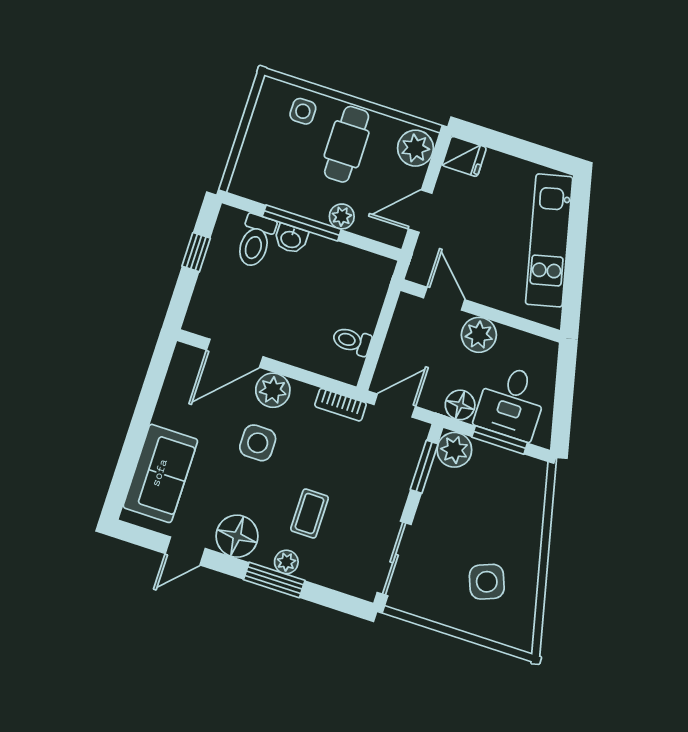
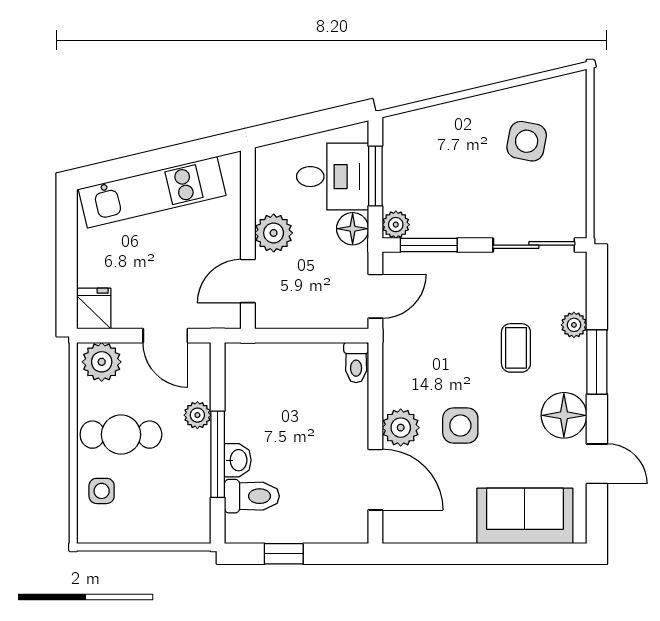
toilet: (352, 341) -> (356, 362), moved
bookcase: (341, 405) -> (393, 353), removed
door: (395, 406) -> (375, 296), swing flipped
plant: (454, 450) -> (396, 225), width x0.73, depth x0.73
coffee table: (310, 514) -> (516, 348), turned 90
plant: (286, 562) -> (574, 325), moved
side table: (487, 582) -> (527, 141), turned 32

